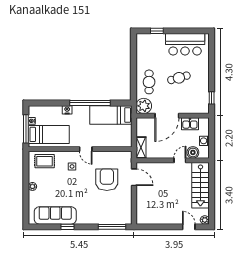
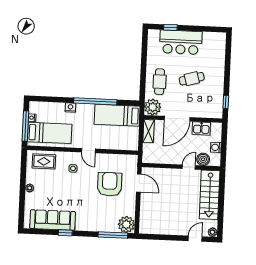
bar counter: (185, 44) -> (181, 42), moved
shelving: (141, 147) -> (149, 131), moved
plant: (124, 216) -> (126, 225), added
door: (189, 227) -> (195, 239), hinge flipped

